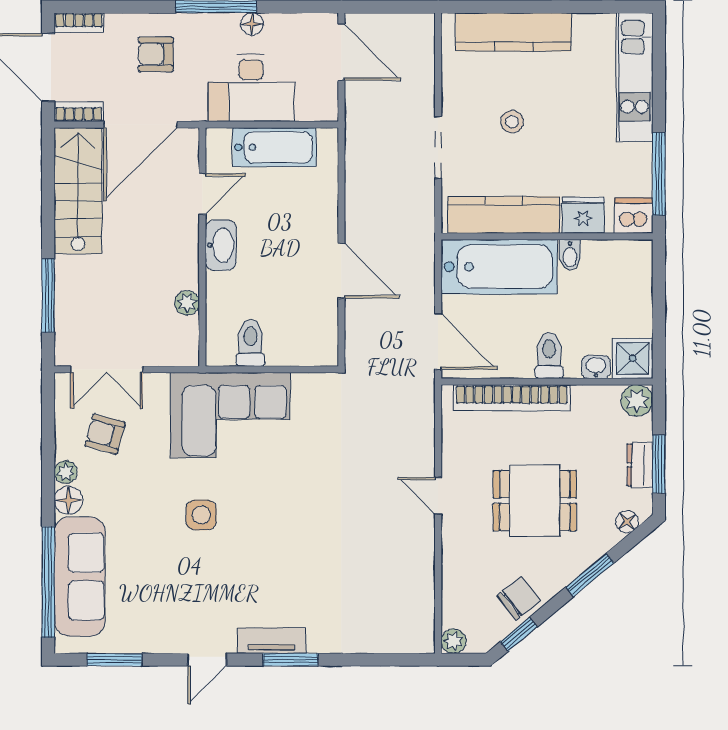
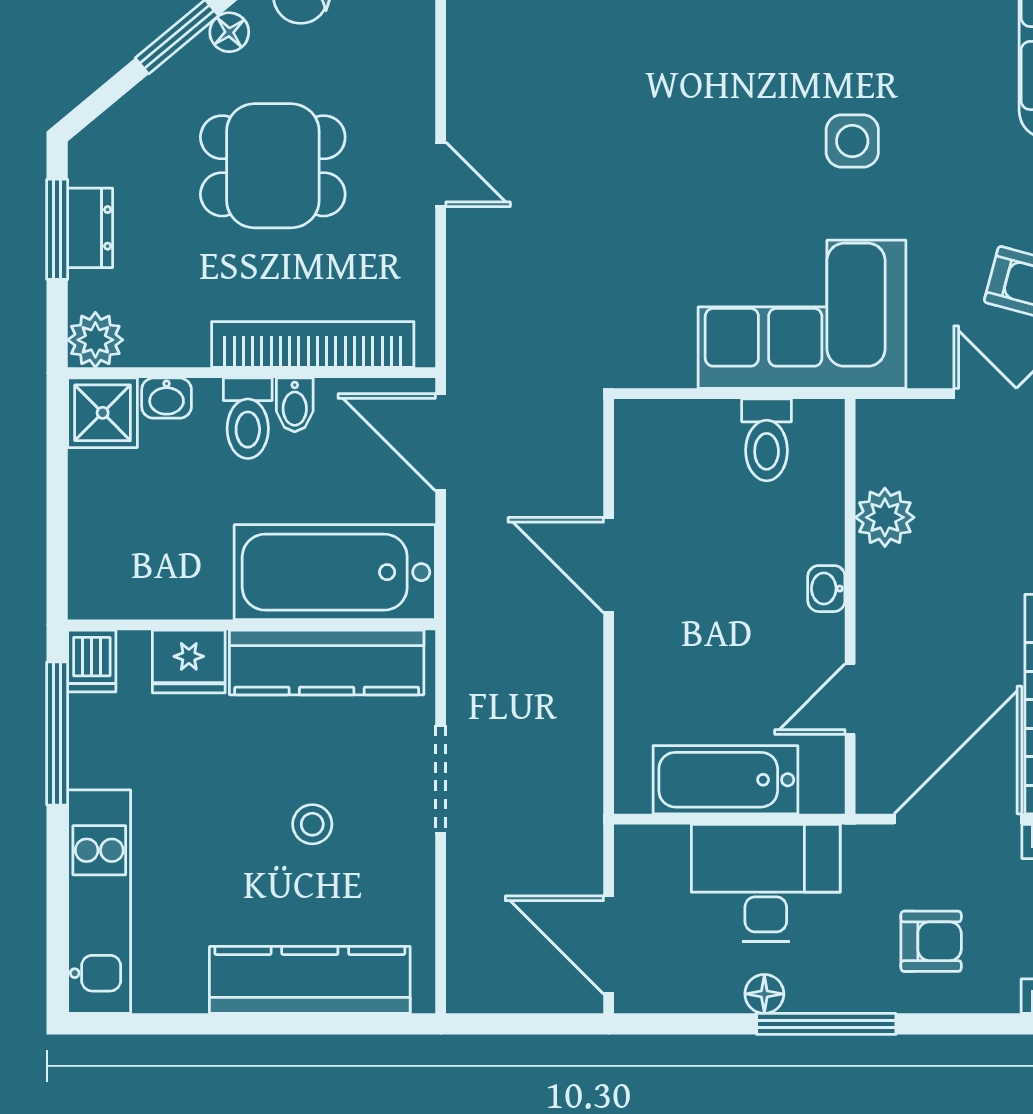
dishwasher: (634, 216) -> (92, 661), width x0.73
washbasin: (221, 245) -> (826, 589), width x0.52, depth x0.69
bidet: (570, 255) -> (295, 405), moved, turned 180
plant: (187, 303) -> (885, 517), width x1.38, depth x1.38
floor lamp: (627, 522) -> (229, 32), moved

